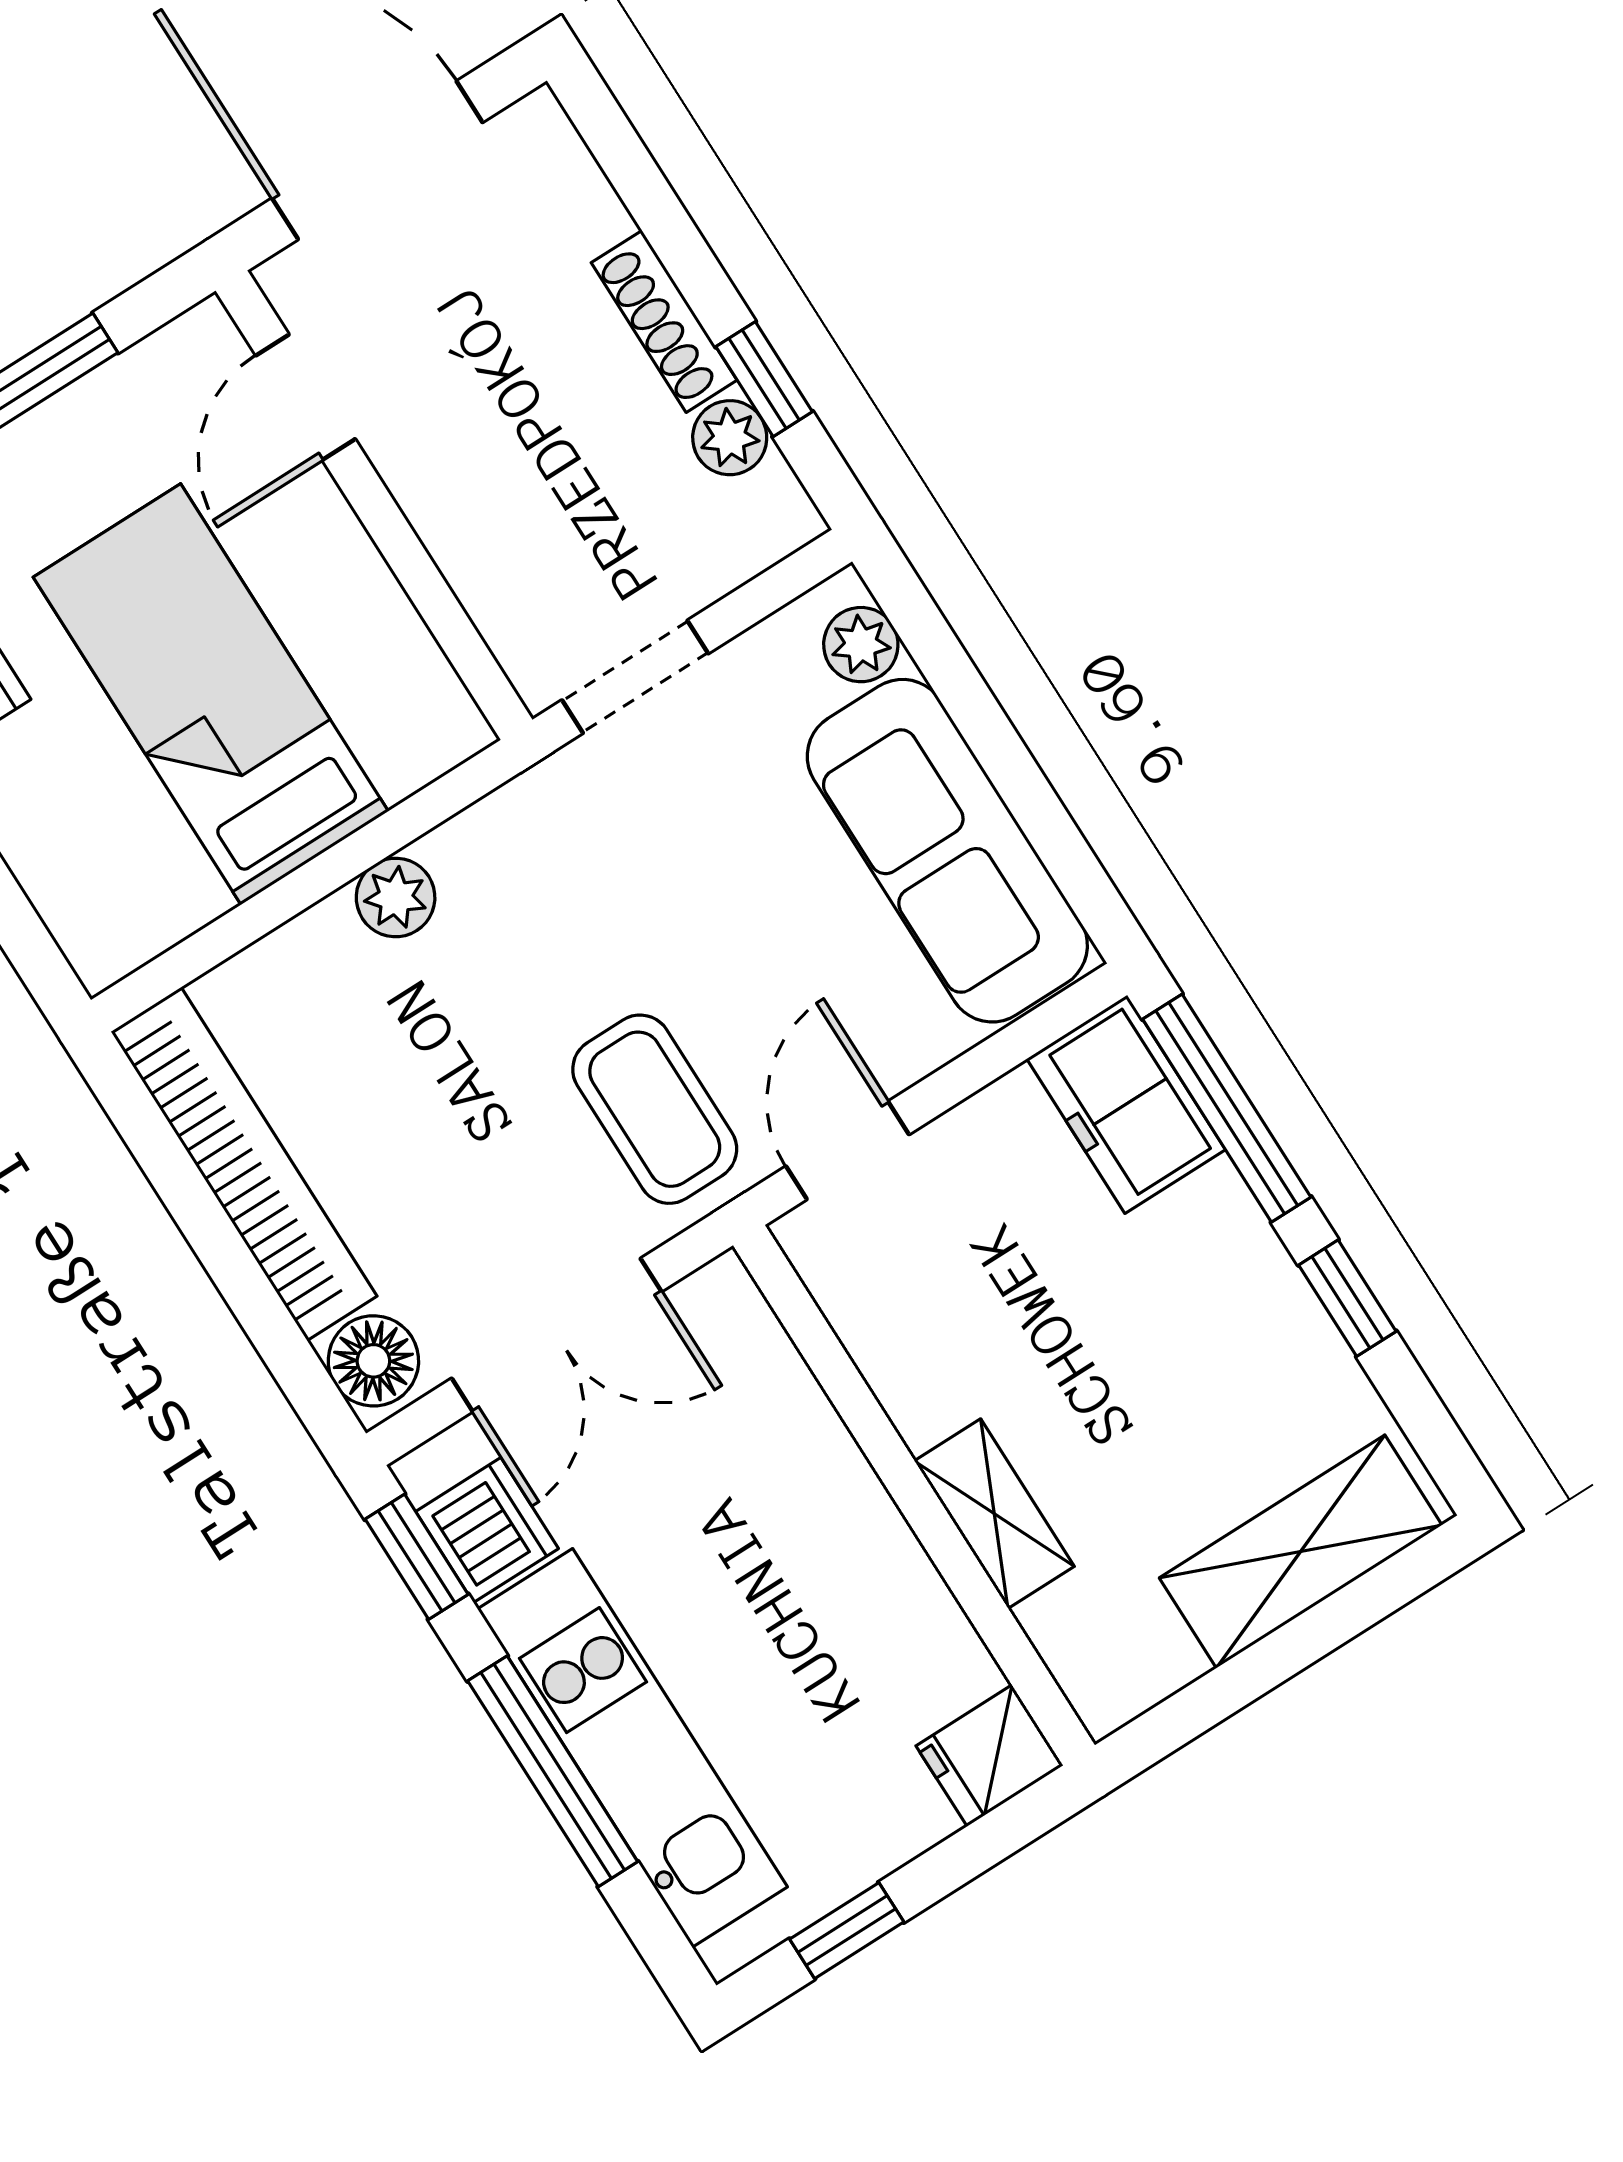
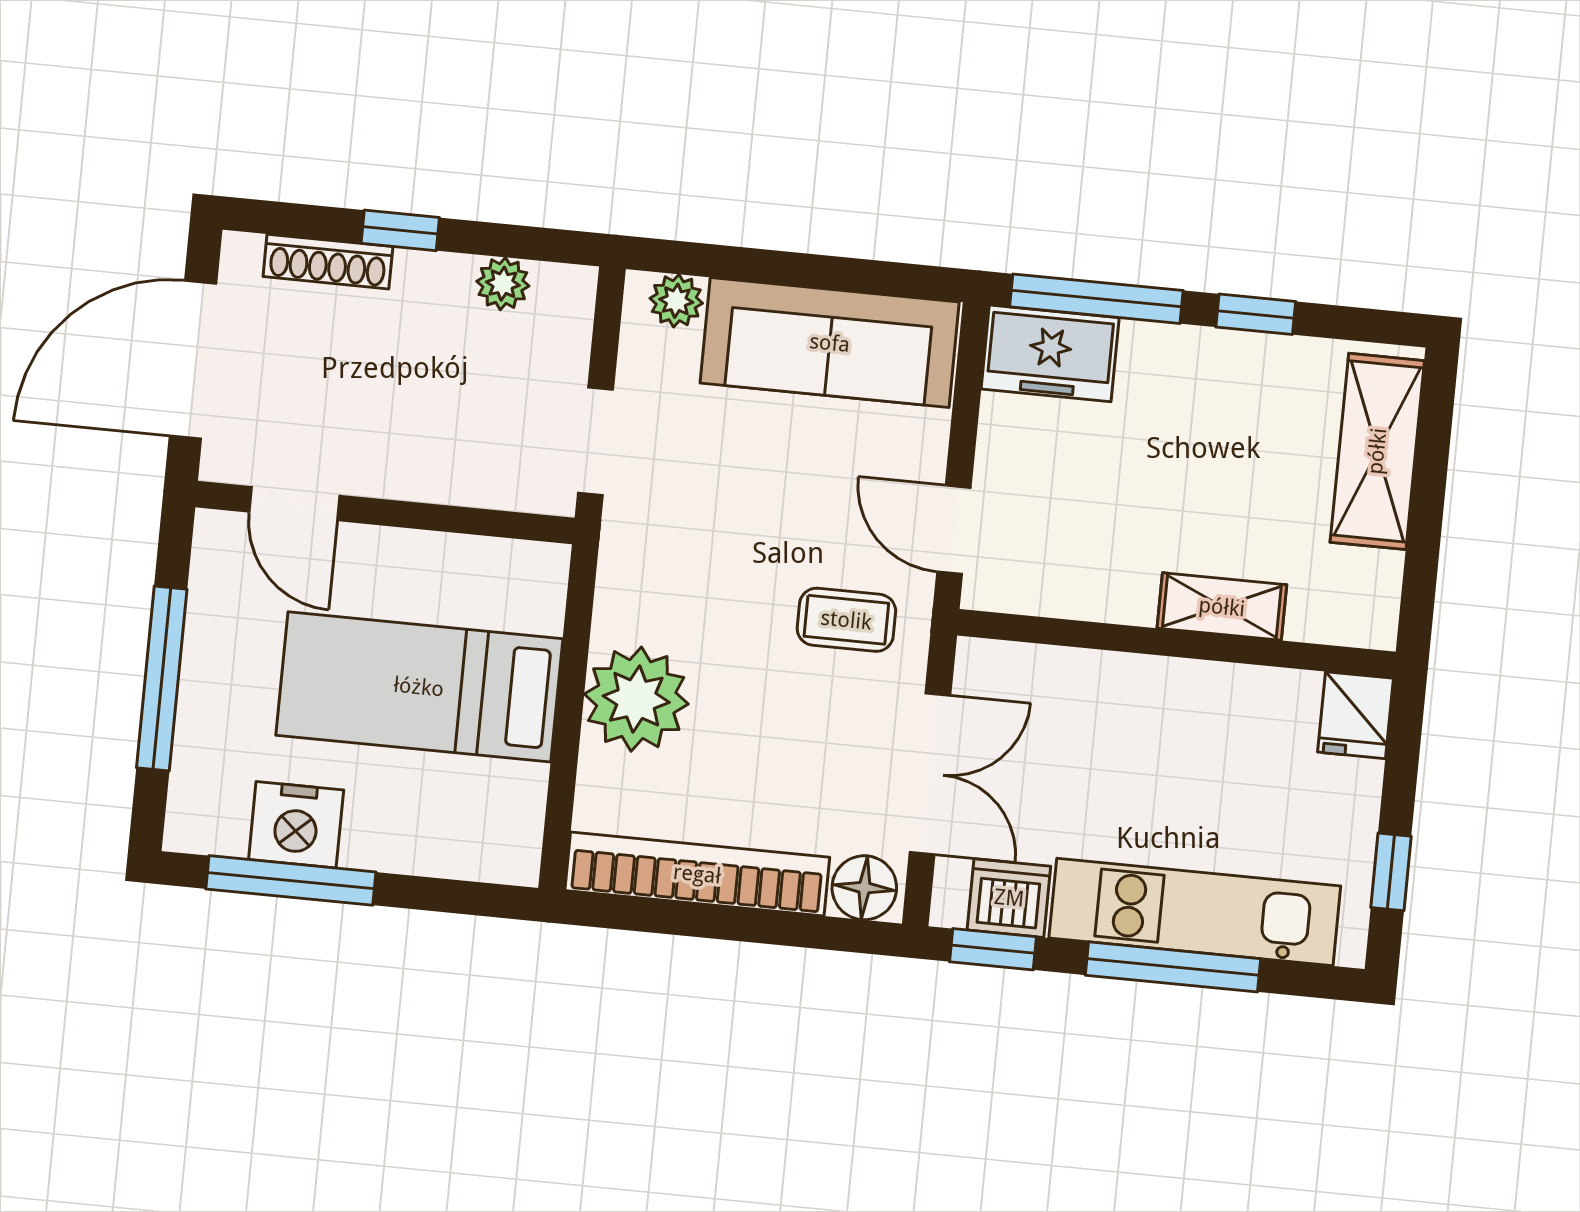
shoe rack: (664, 321) -> (328, 262), moved
window: (764, 379) -> (400, 230), moved
plant: (396, 898) -> (636, 699), width x1.88, depth x1.88
coffee table: (655, 1109) -> (846, 620), width x0.73, depth x0.77

